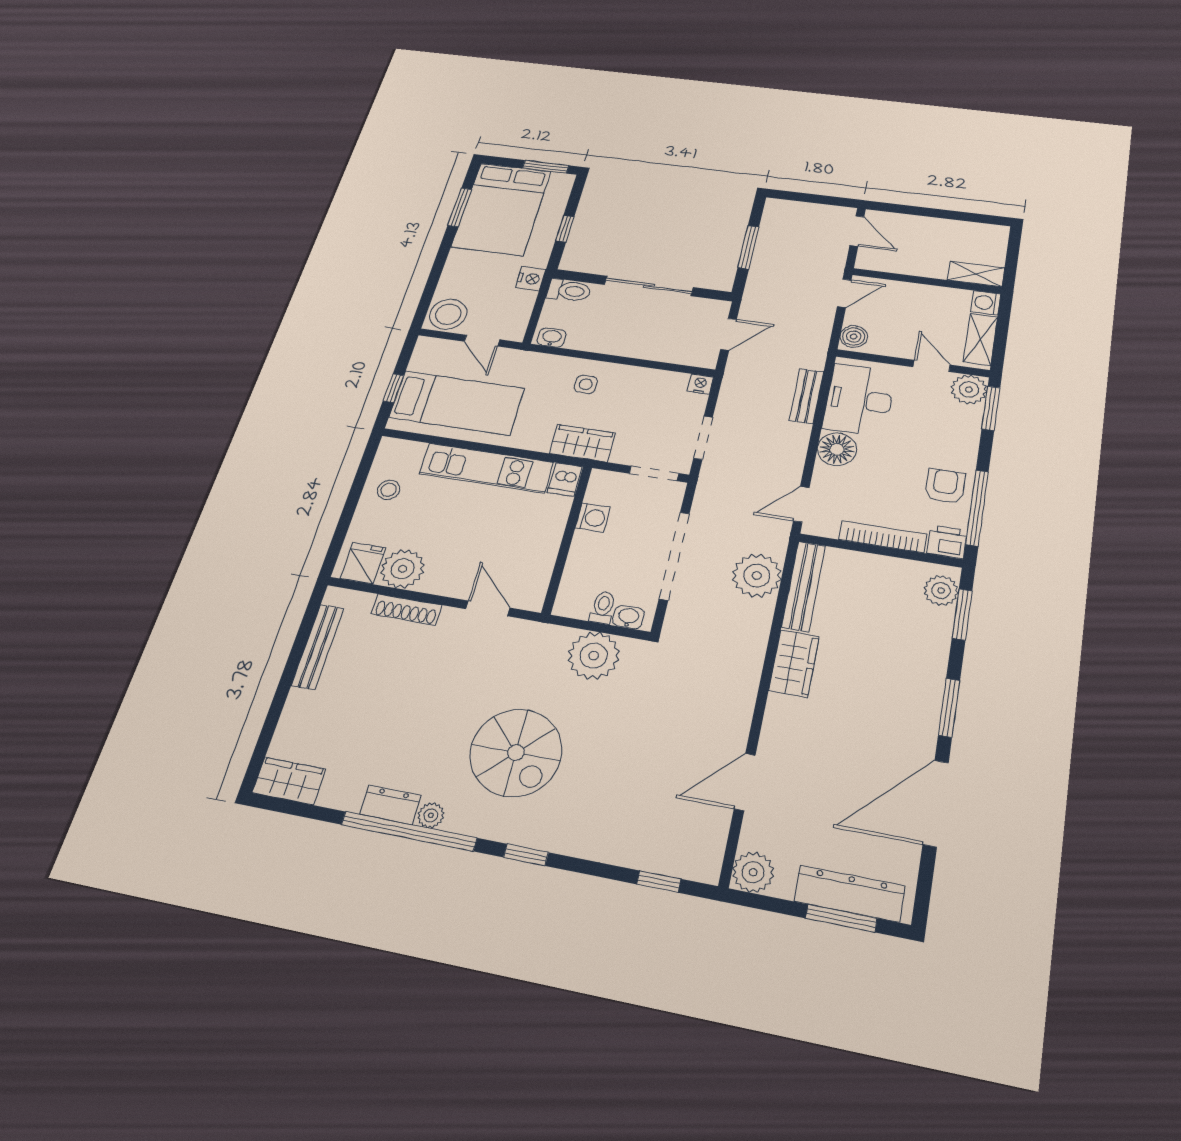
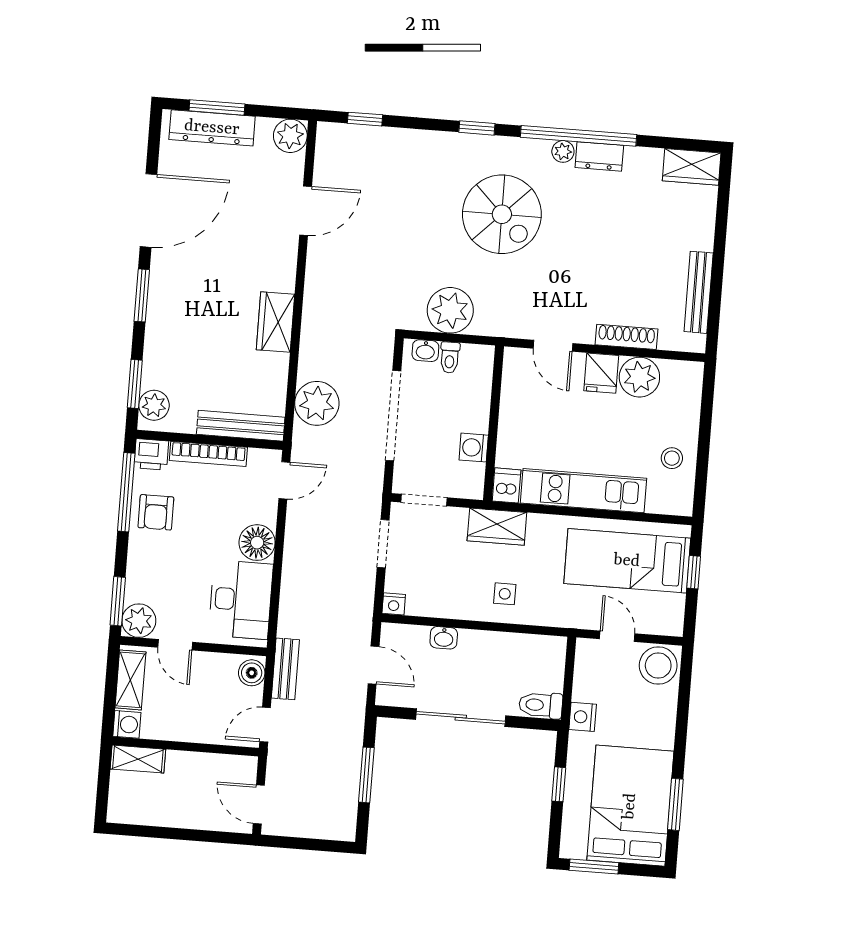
door: (728, 334) -> (374, 665), swing flipped
washbasin: (552, 338) -> (444, 638), moved
bench: (806, 396) -> (285, 669), moved
fridge: (363, 563) -> (601, 373), moved
bench: (804, 586) -> (241, 426), moved, turned 90
spiral stairs: (516, 753) -> (502, 214), turned 180

